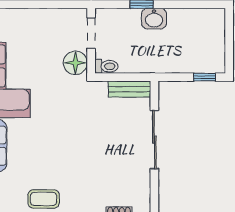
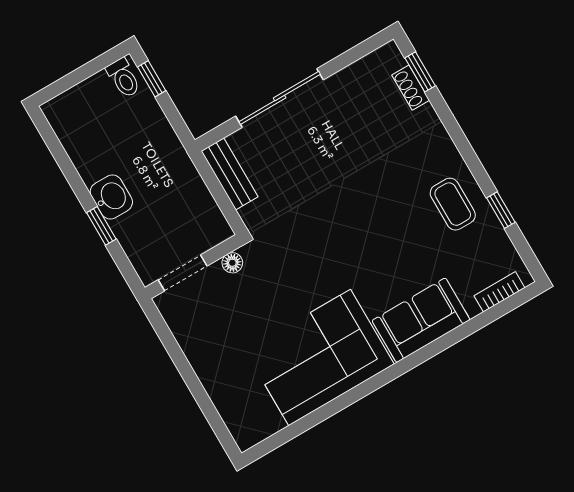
floor lamp: (75, 63) -> (232, 263), width x0.53, depth x0.53
toilet: (106, 66) -> (123, 78), moved, turned 180

